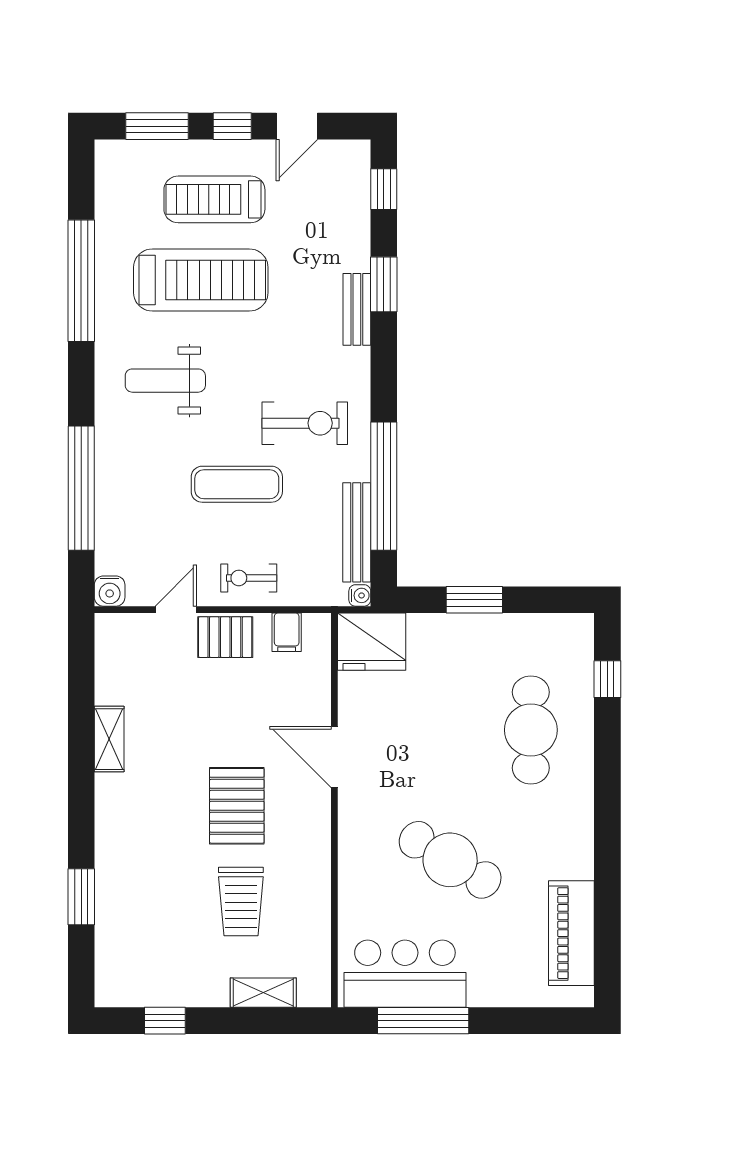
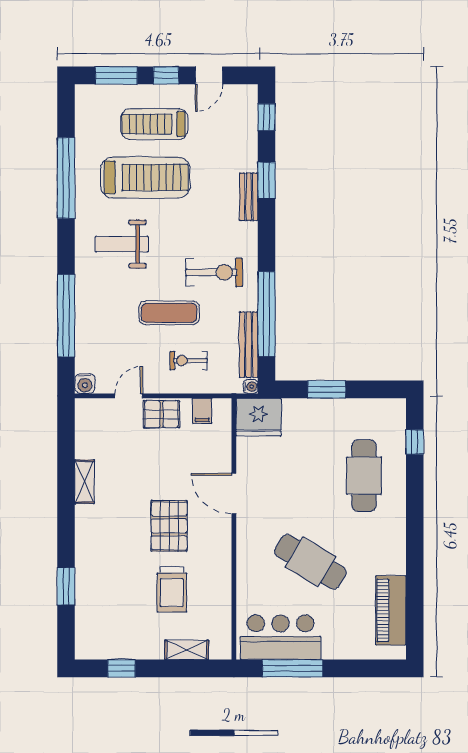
exercise bike: (249, 578) -> (189, 361), moved

